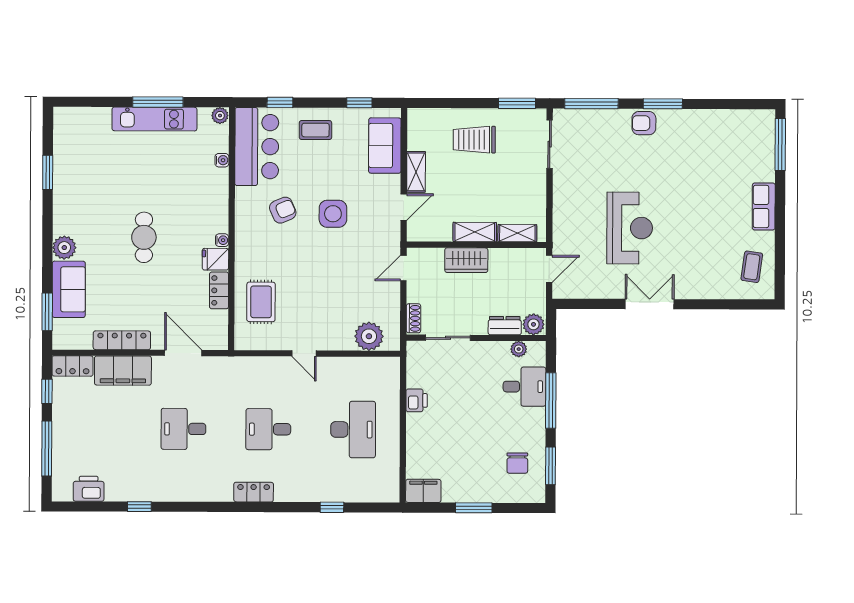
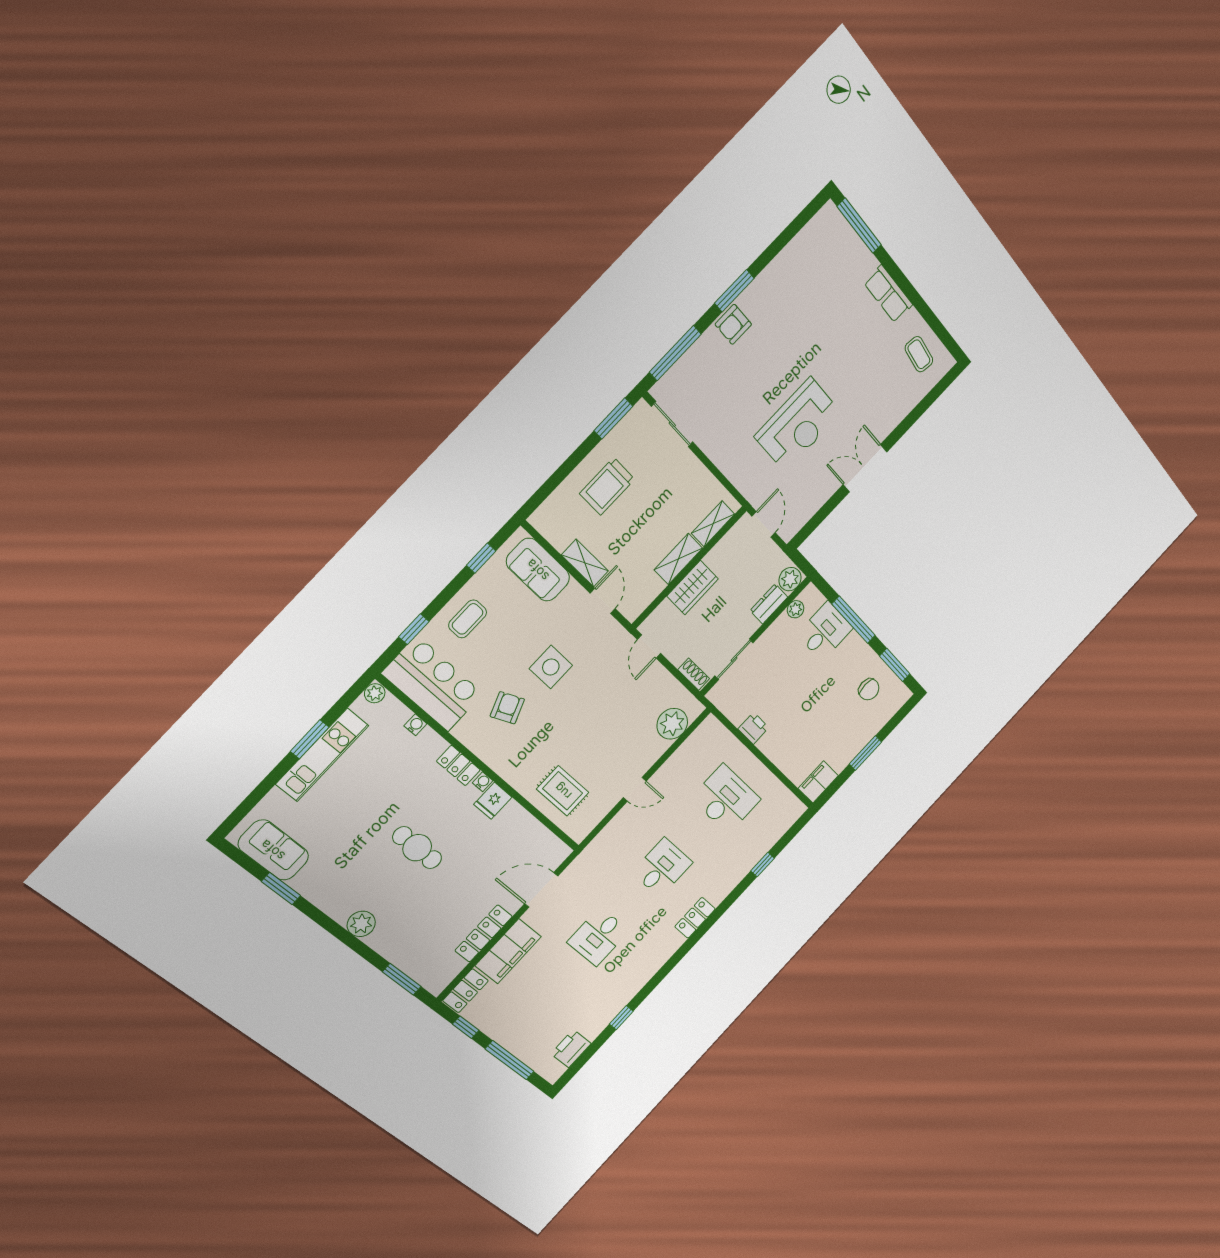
window: (158, 102) -> (310, 739), width x0.69
reception desk: (630, 228) -> (798, 425), turned 90
sofa: (69, 289) -> (273, 850), moved
locker: (219, 290) -> (458, 765), moved
desk: (268, 429) -> (662, 868), turned 180

